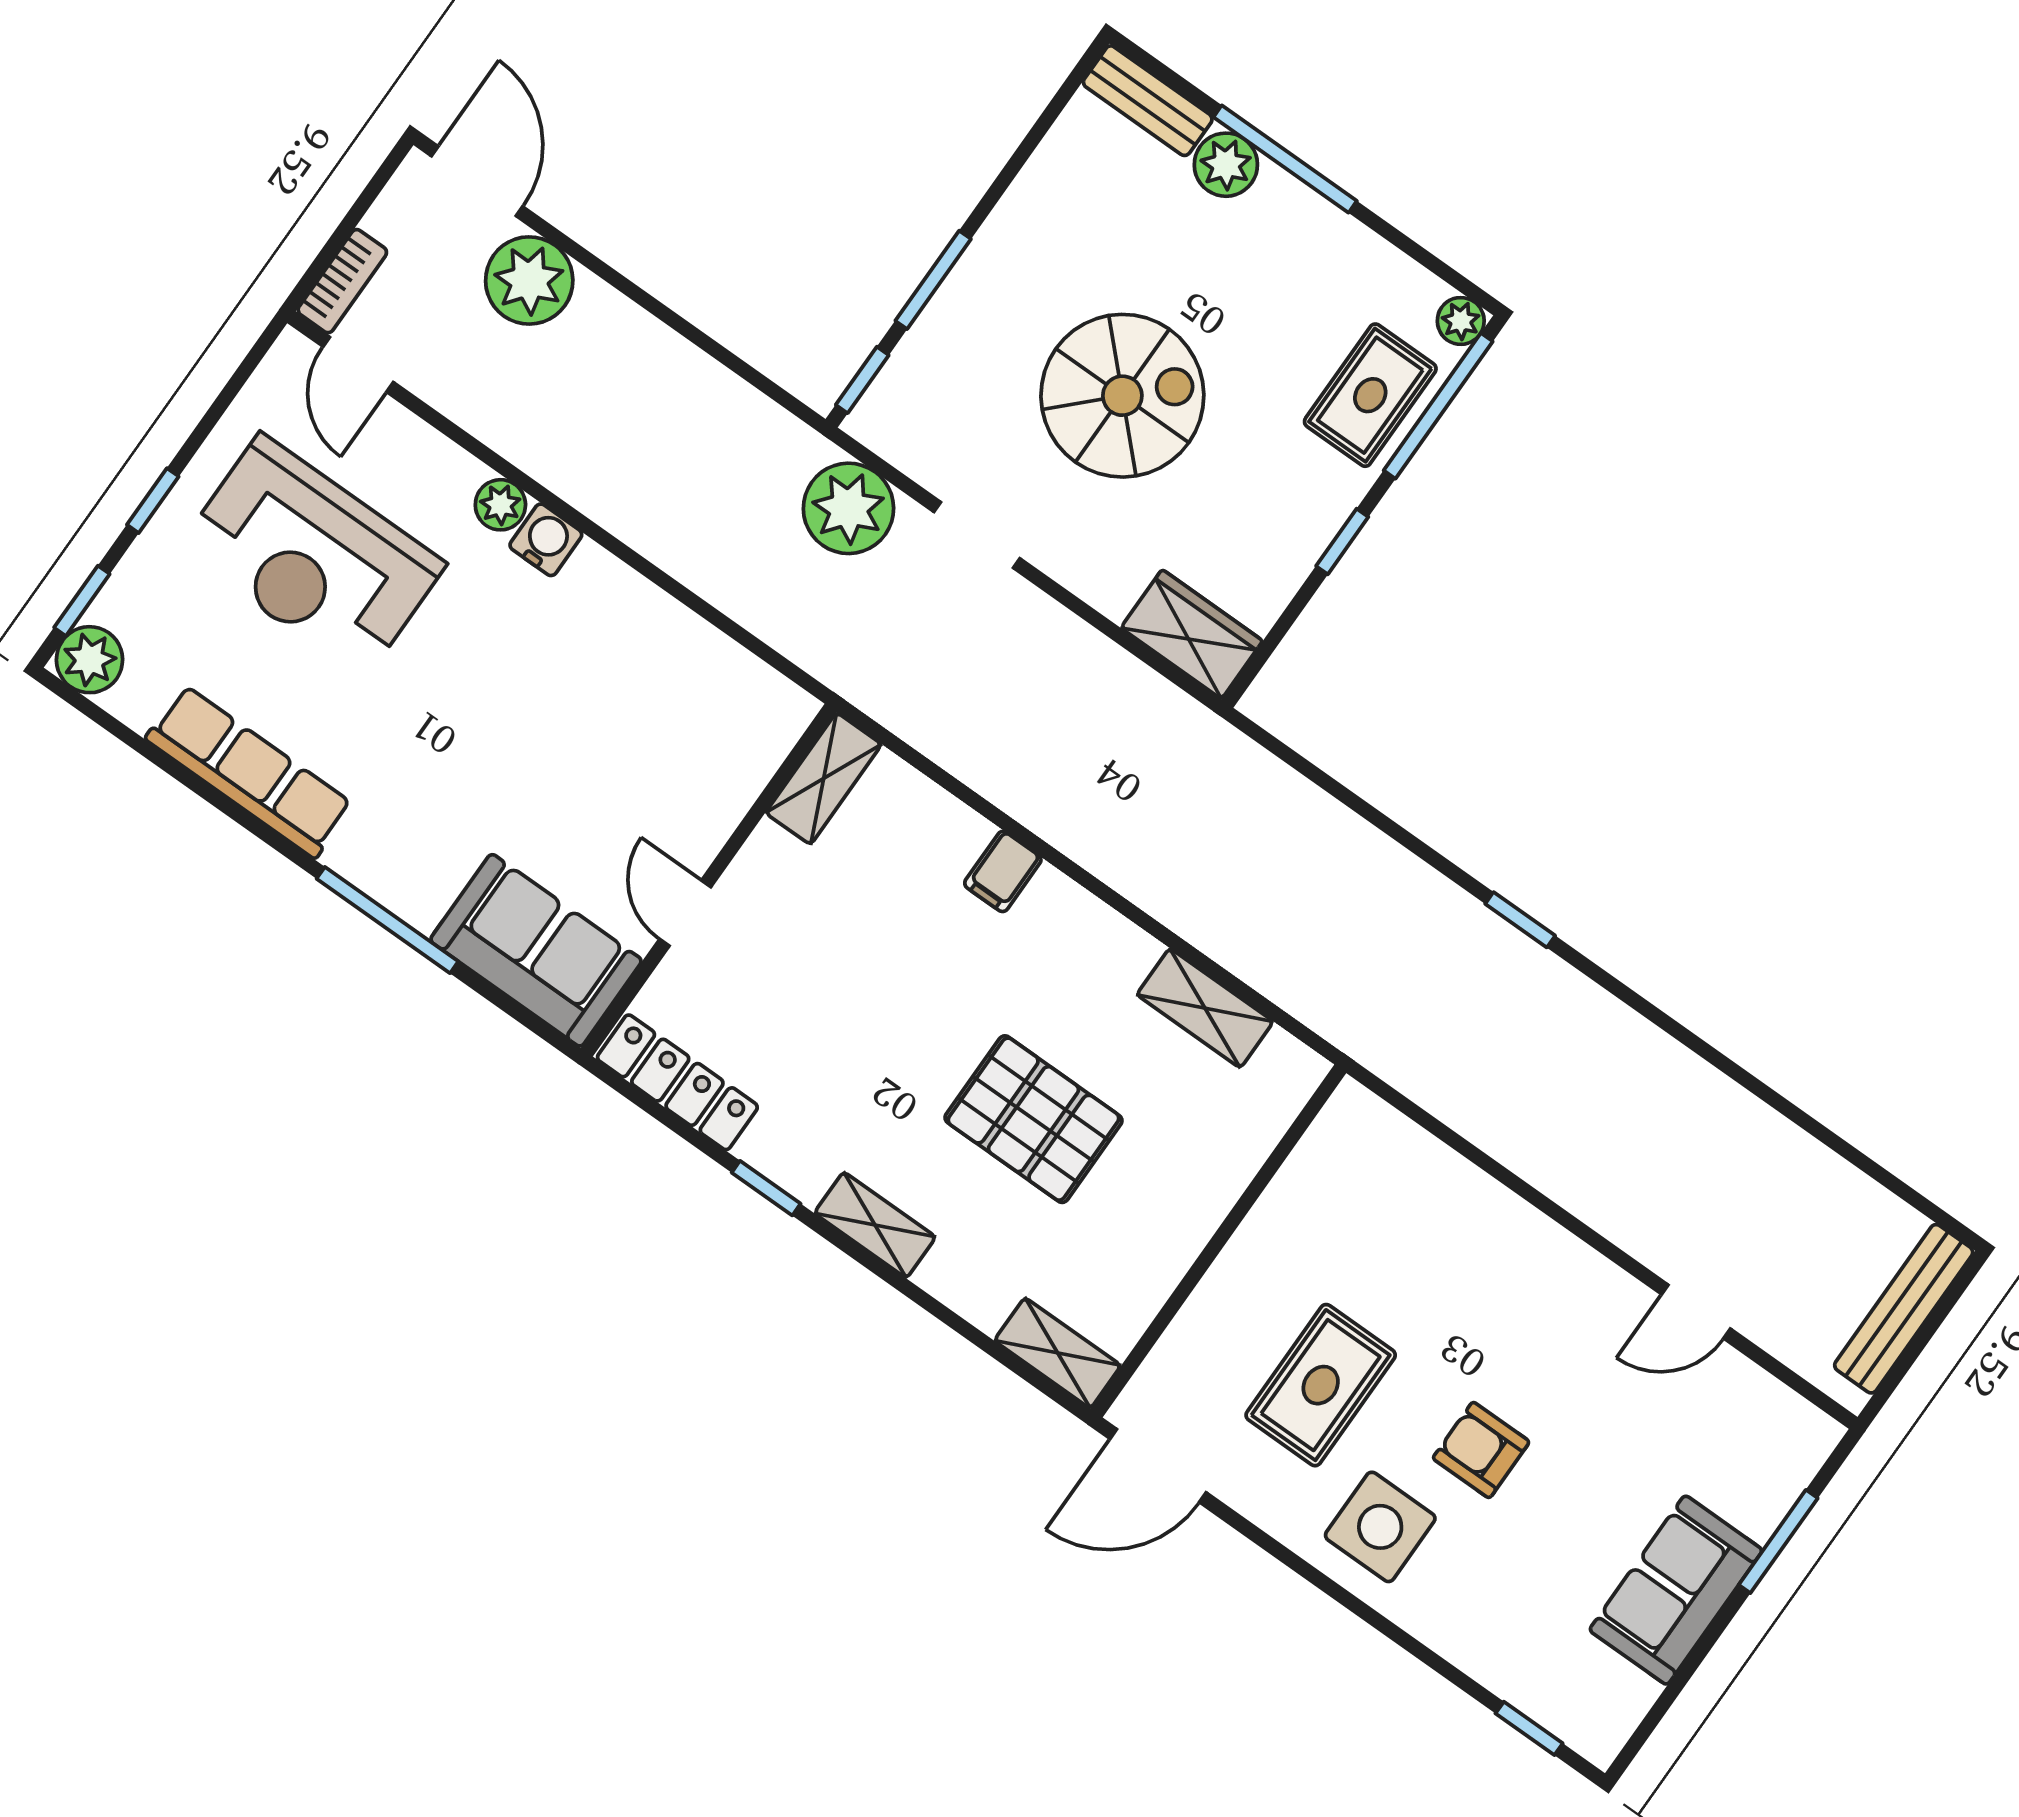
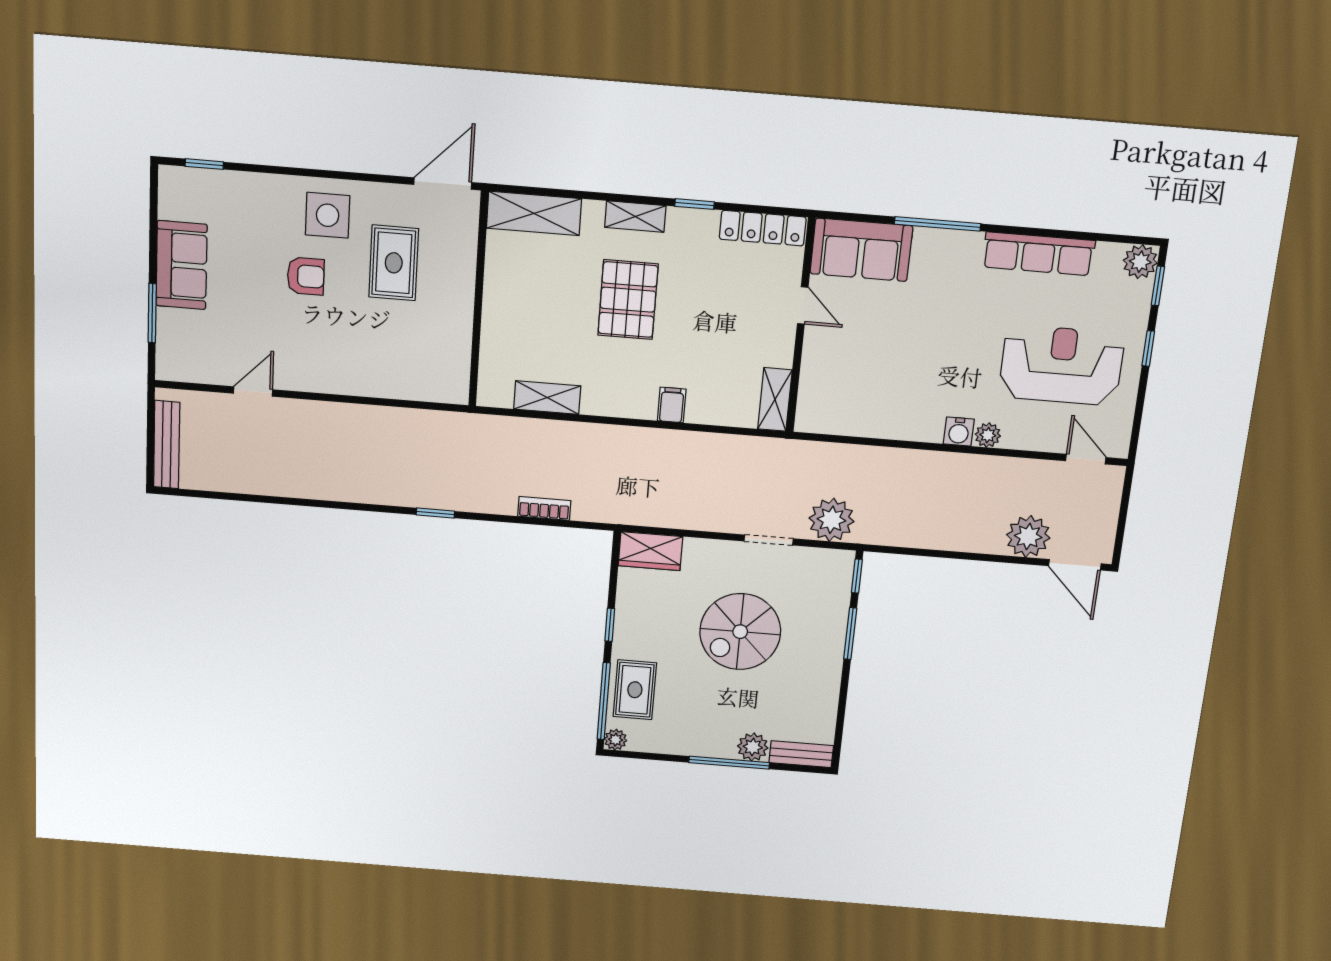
bookcase: (342, 281) -> (544, 508), moved, turned 90
pallet: (1034, 1119) -> (628, 300), moved, turned 90
shelving: (1058, 1353) -> (534, 213), width x1.50, depth x1.33

